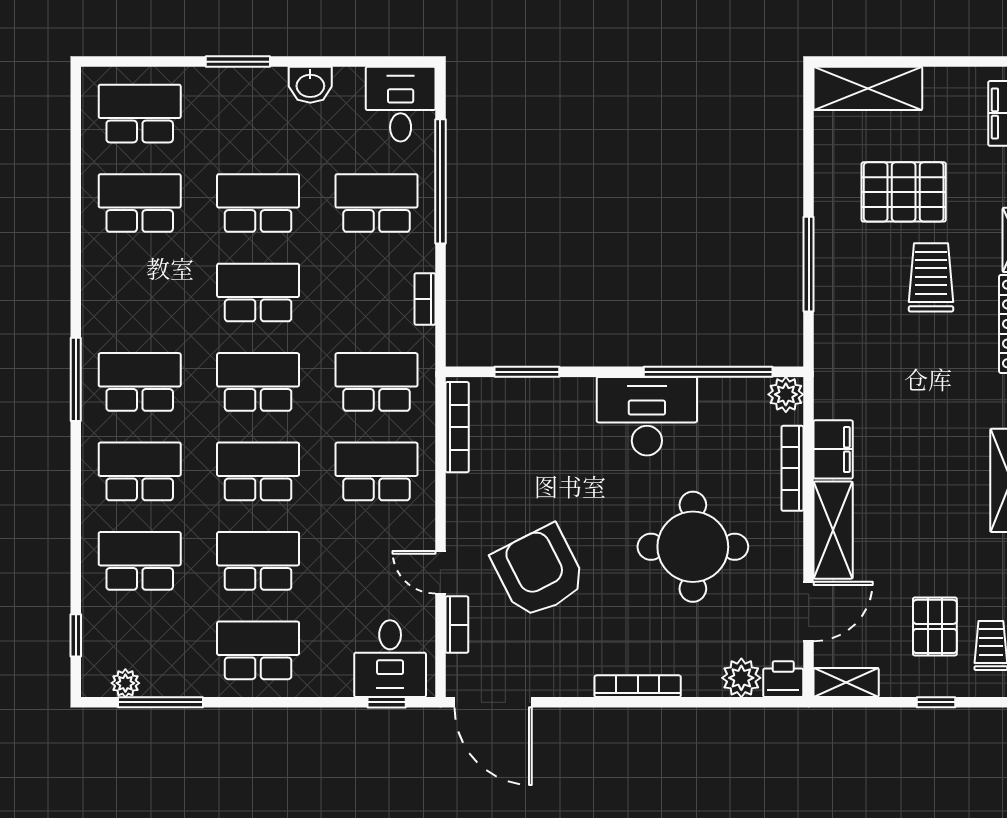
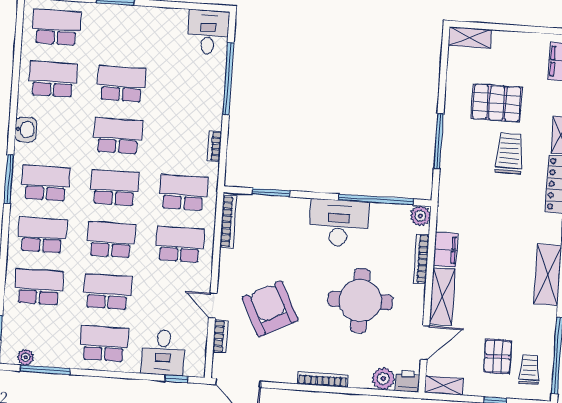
washbasin: (310, 85) -> (26, 129), moved, turned -90
shelving: (868, 88) -> (470, 38), width x0.67, depth x0.75
school desk: (377, 203) -> (190, 89), removed
desk: (390, 659) -> (163, 352), moved

